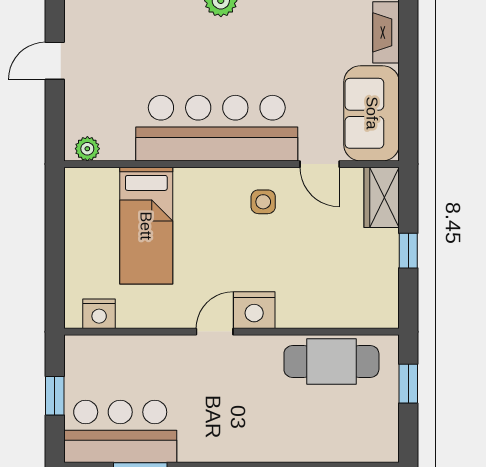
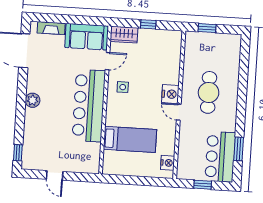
plant: (87, 149) -> (94, 163), removed
cafe table: (331, 362) -> (209, 92), moved

